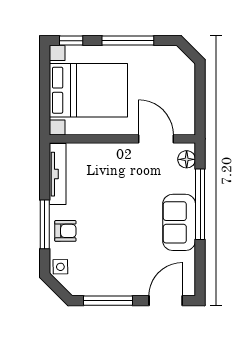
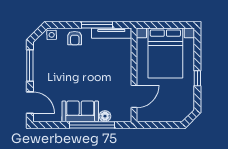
window: (71, 41) -> (197, 42), removed
window: (128, 41) -> (197, 78), width x0.46
floor lamp: (187, 159) -> (105, 116), moved
window: (45, 224) -> (97, 25), moved

